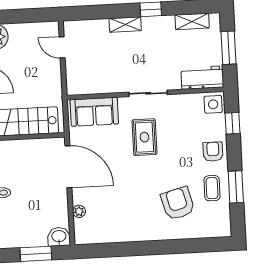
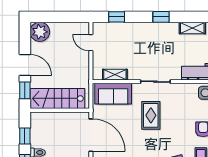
window: (94, 12) -> (117, 17), added
shelving: (125, 24) -> (115, 75), moved

